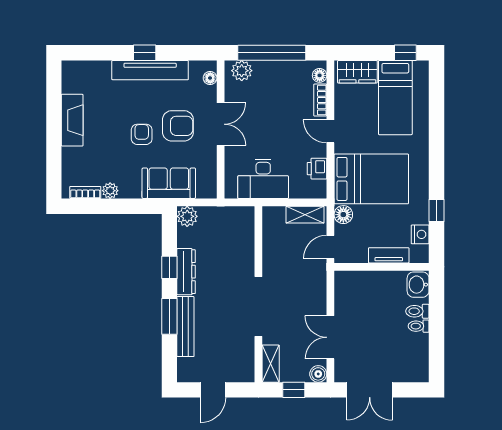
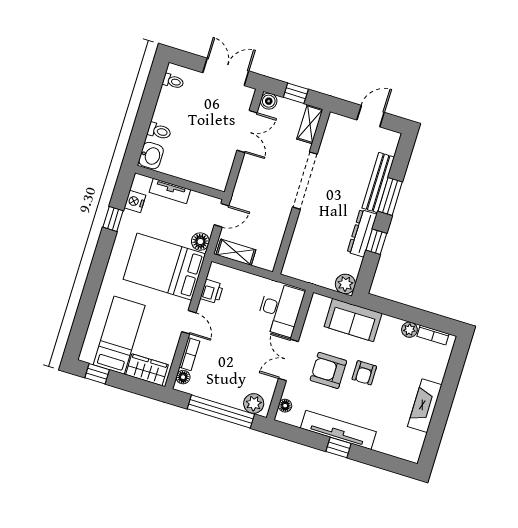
desk: (263, 179) -> (280, 309), moved, turned 90
toilet: (419, 326) -> (173, 81), moved

